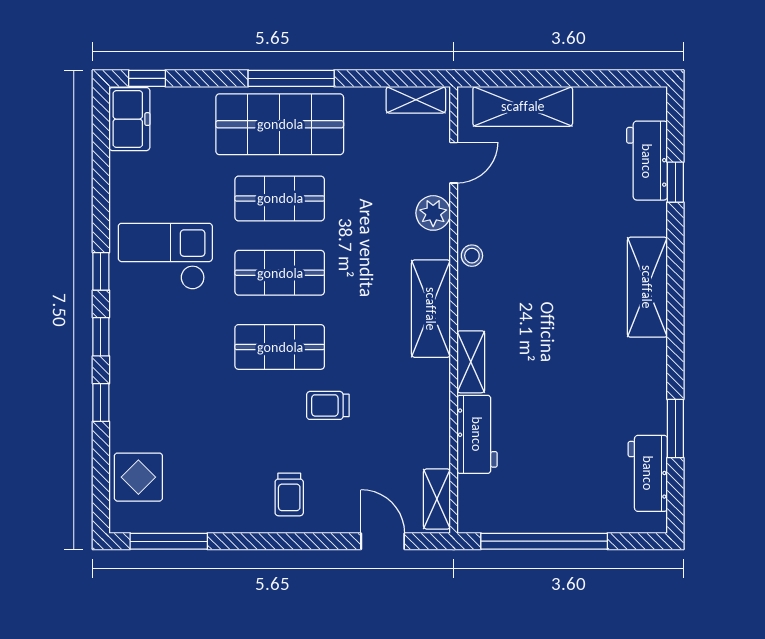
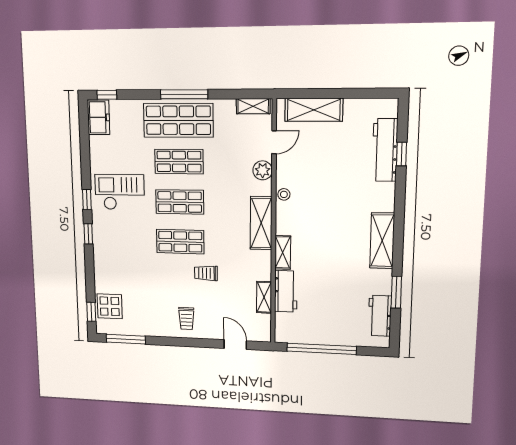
workbench: (647, 161) -> (385, 150), width x1.37
shelving: (647, 287) -> (382, 241), moved
window: (101, 403) -> (91, 312), moved
shelving: (437, 499) -> (264, 297), moved

